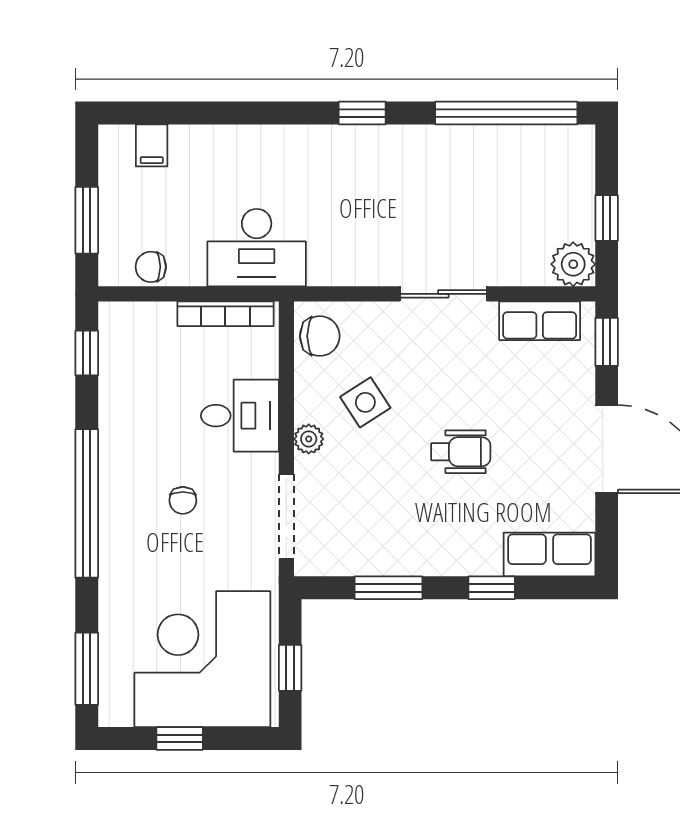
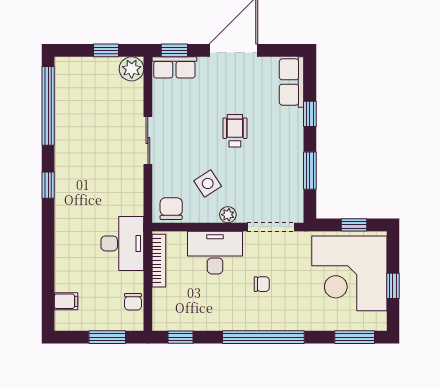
row of seats: (540, 321) -> (174, 67), moved, turned 90
desk: (240, 416) -> (215, 253), width x1.37

